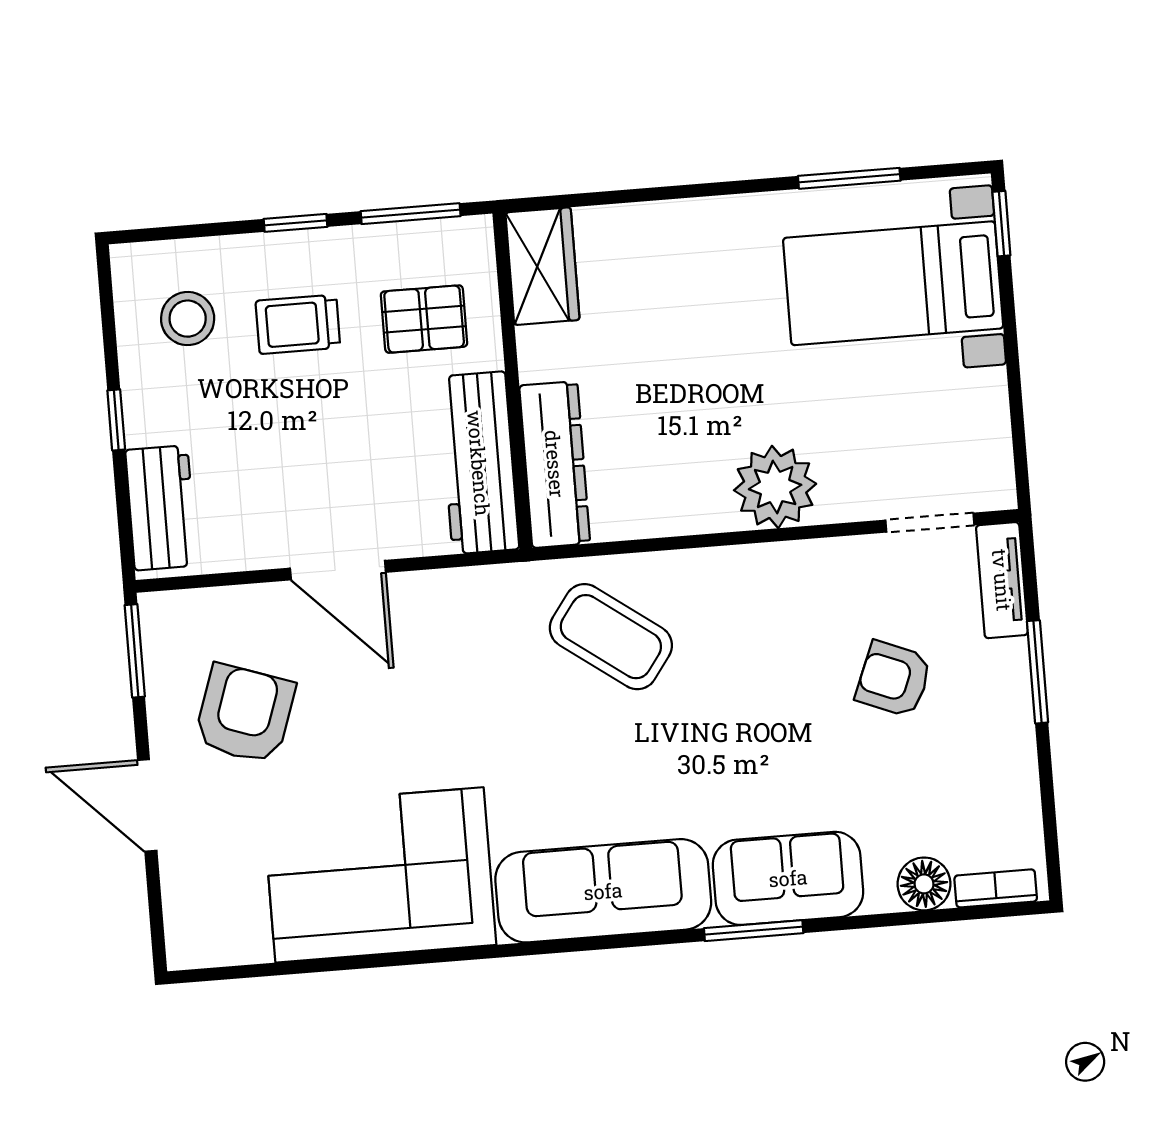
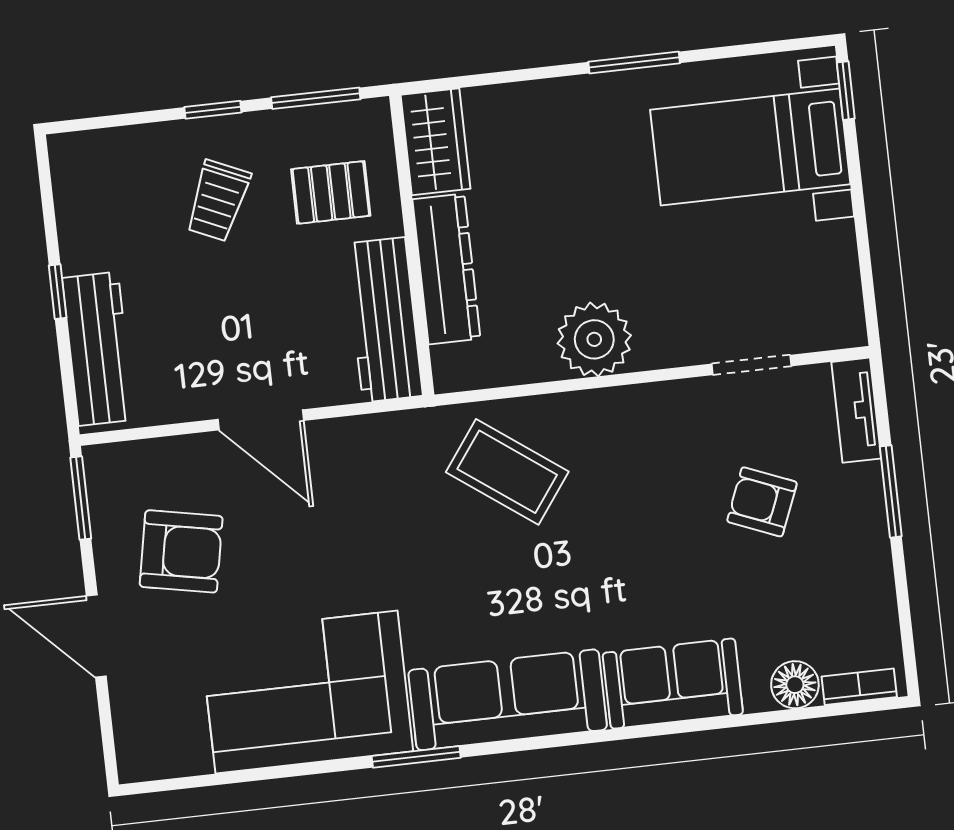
window: (849, 178) -> (634, 63), moved
stool: (188, 319) -> (119, 199), removed
trolley: (298, 324) -> (218, 201), turned -66
dresser: (555, 464) -> (446, 269), moved
plant: (775, 487) -> (594, 339), moved
workbench: (161, 508) -> (98, 349), width x1.37
doorway: (930, 523) -> (751, 365), moved
armchair: (245, 714) -> (181, 551), turned 82
window: (754, 931) -> (416, 757), moved

